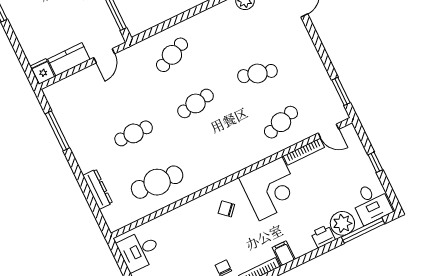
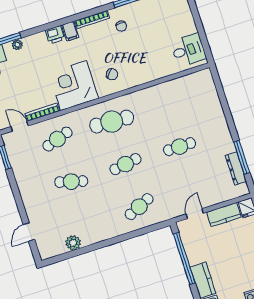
cafe table: (157, 182) -> (112, 122), moved
dresser: (98, 189) -> (236, 168), moved
plant: (342, 223) -> (17, 45), width x0.53, depth x0.53
printer: (323, 236) -> (55, 35), moved

